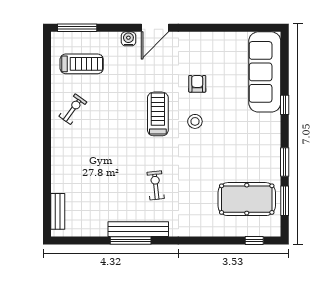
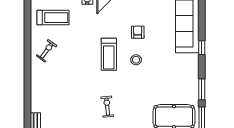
treadmill: (158, 114) -> (109, 54), turned 180

